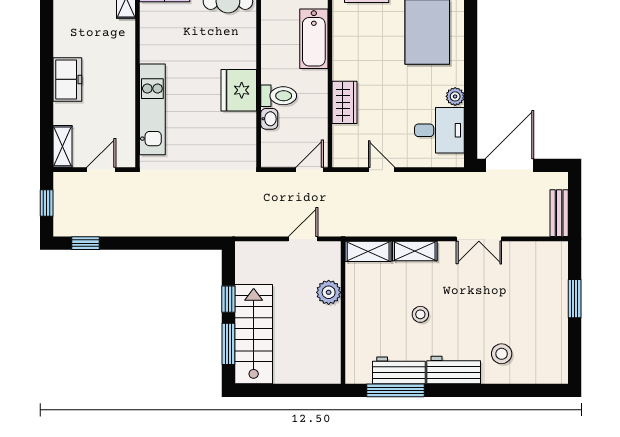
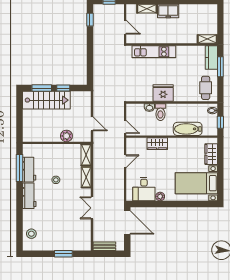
shelving: (63, 146) -> (147, 9), moved
stool: (502, 354) -> (31, 234), moved

